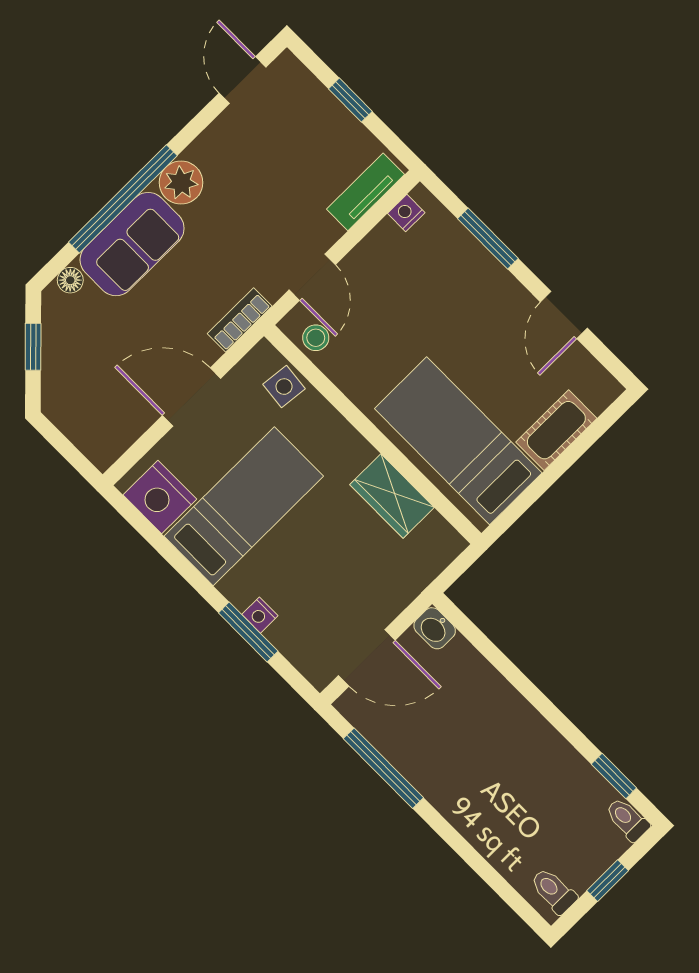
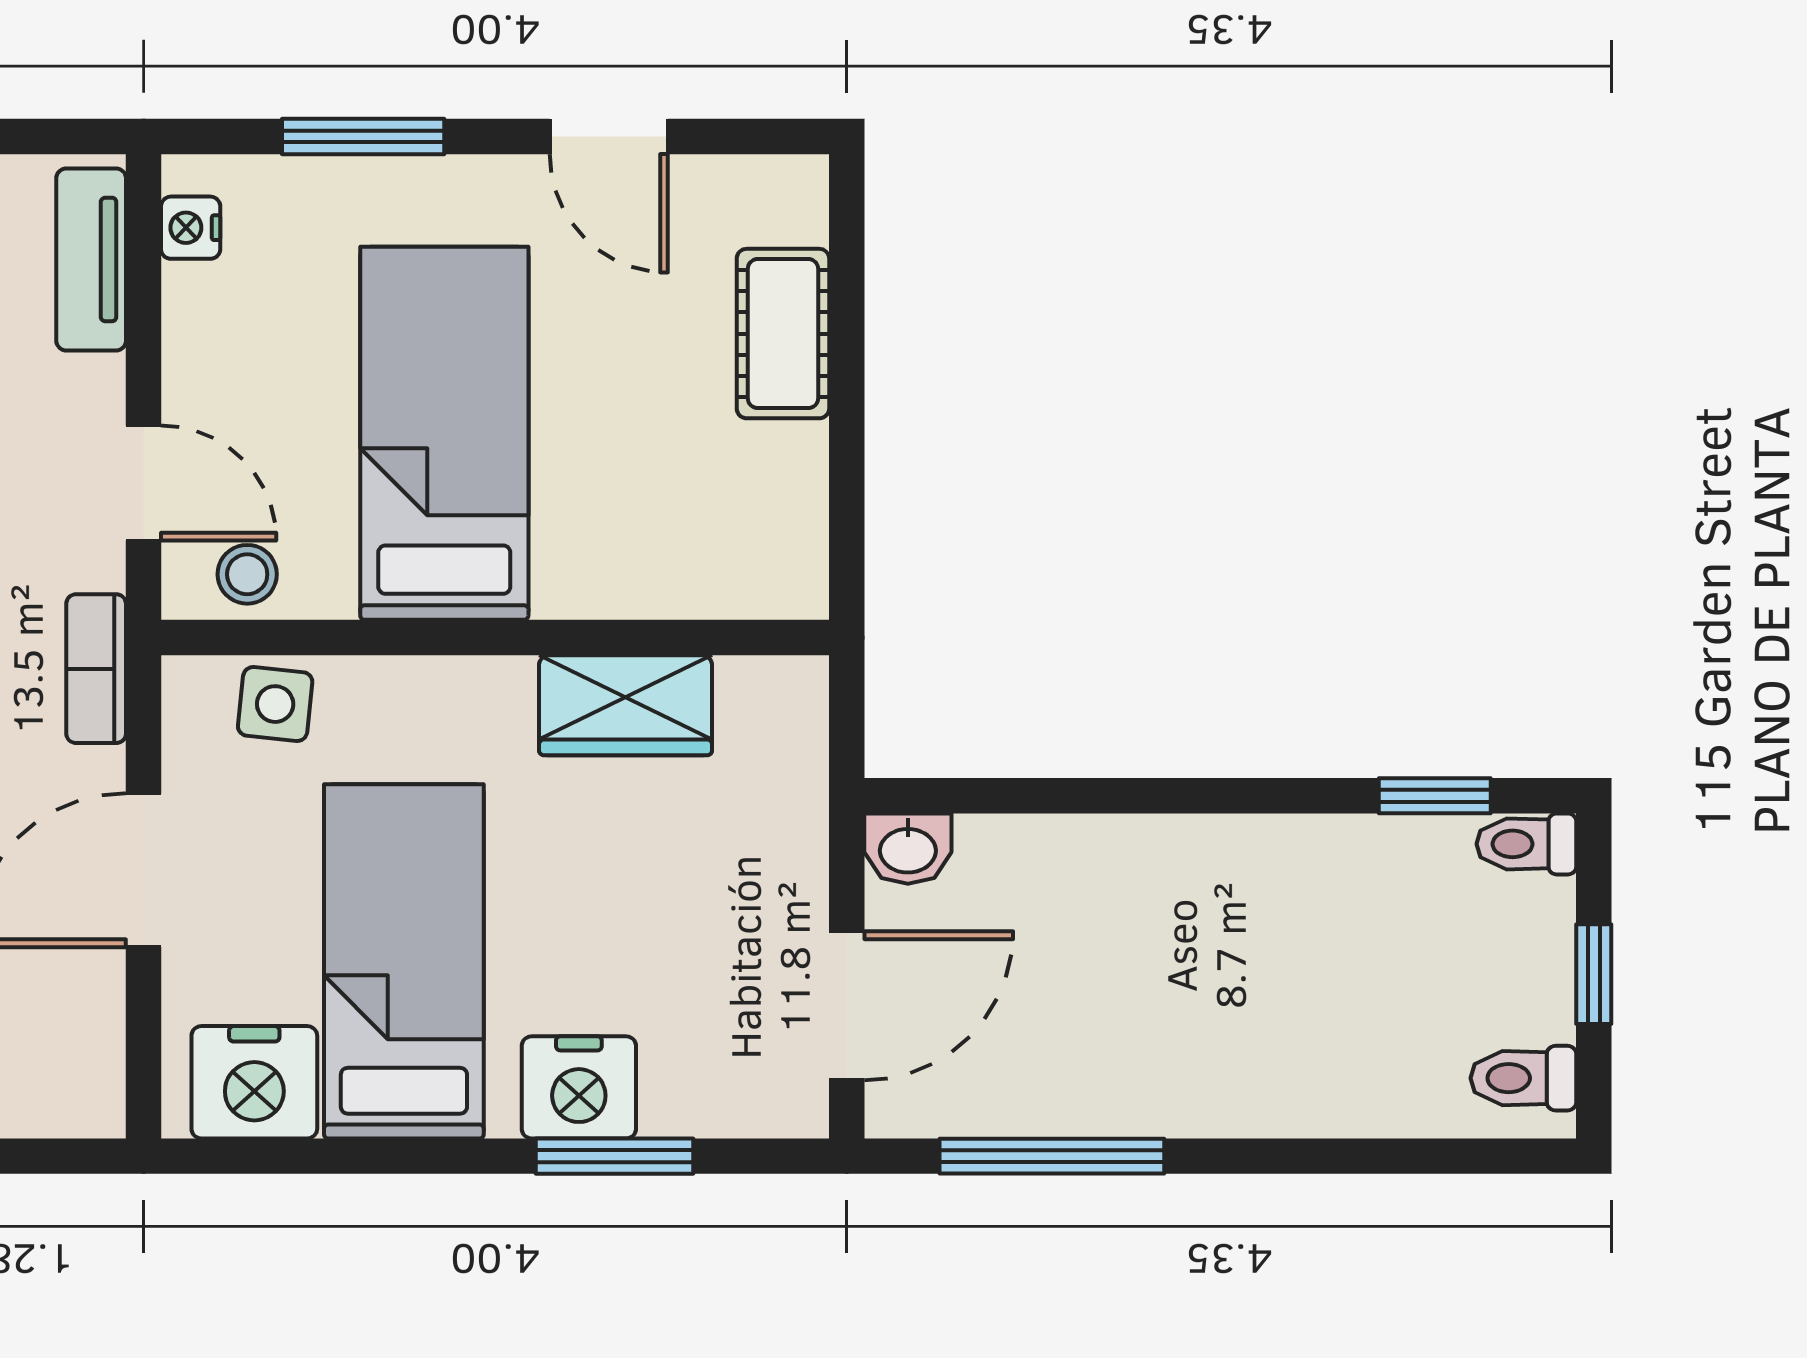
bed: (458, 441) -> (444, 433), moved, turned 90
nightstand: (260, 615) -> (579, 1087), width x1.89, depth x1.79

